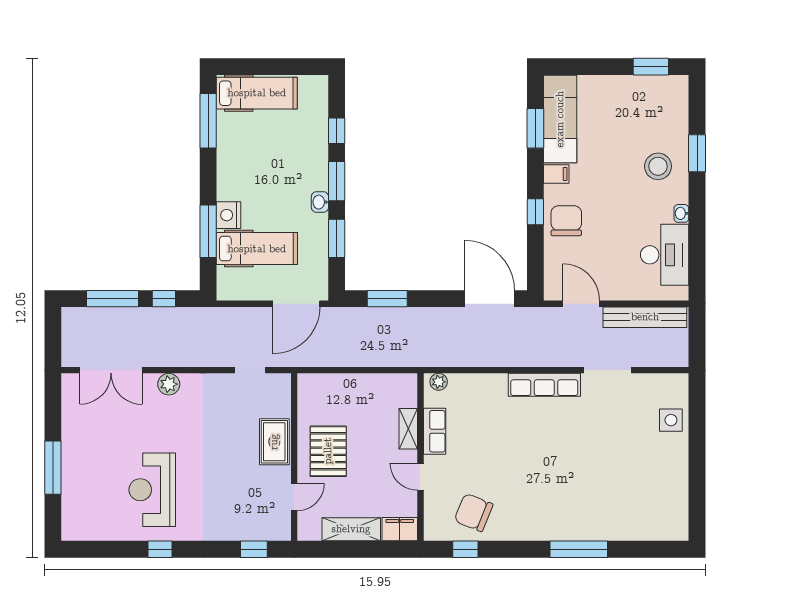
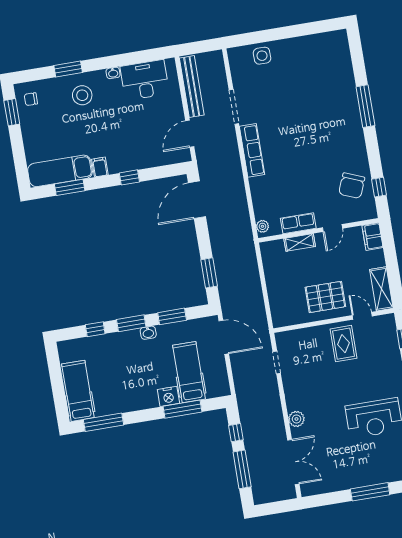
chair: (566, 221) -> (31, 99), moved, width x0.54, depth x0.54
rug: (274, 442) -> (344, 344), moved, turned 90
shelving: (351, 529) -> (381, 289), moved

